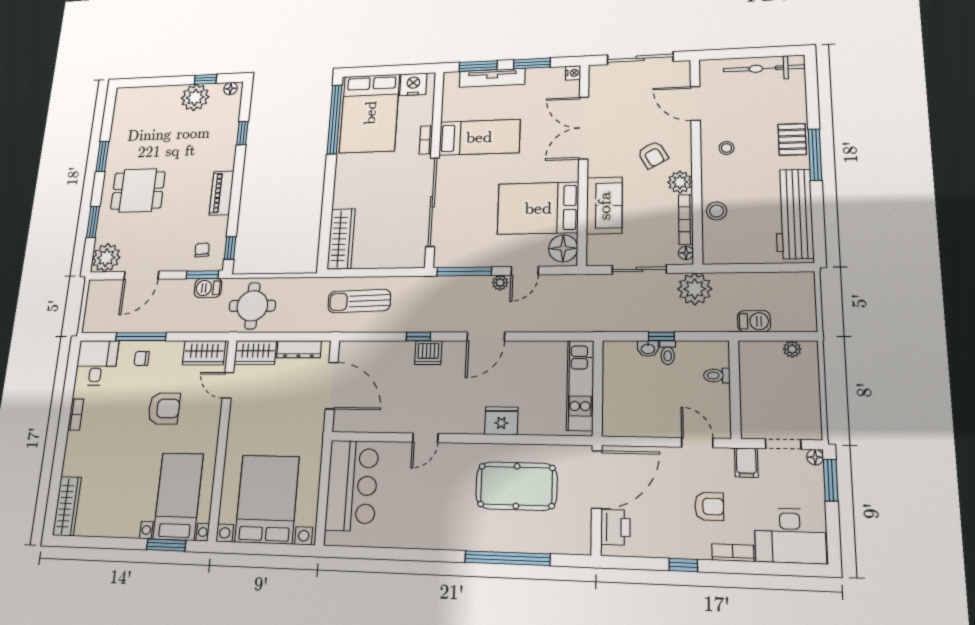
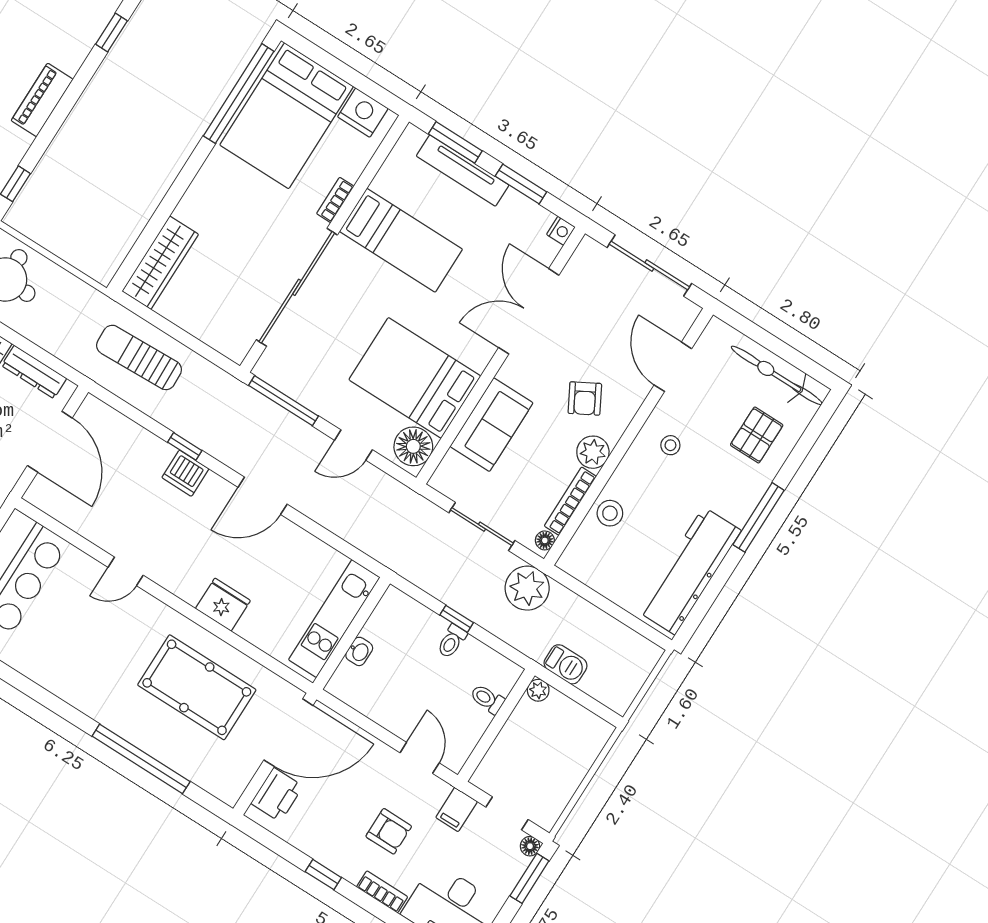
pallet: (792, 139) -> (757, 435), moved
plant: (500, 283) -> (317, 441), removed
washbasin: (648, 349) -> (359, 651), moved, turned -90
plant: (792, 349) -> (538, 690), moved

